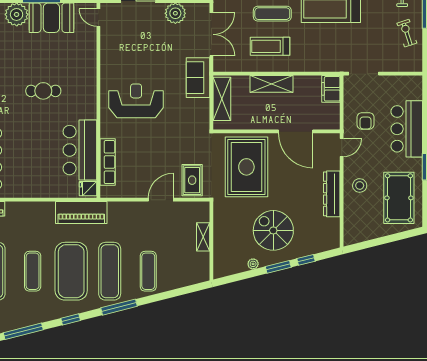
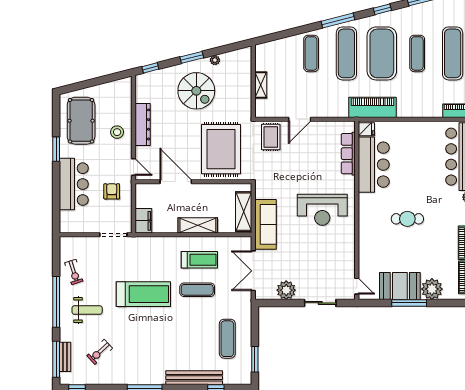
sofa: (198, 78) -> (265, 224), width x1.36
door: (342, 147) -> (134, 167), swing flipped
window: (306, 260) -> (150, 68), moved

